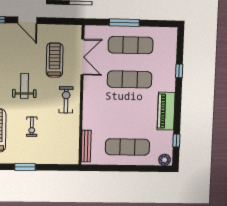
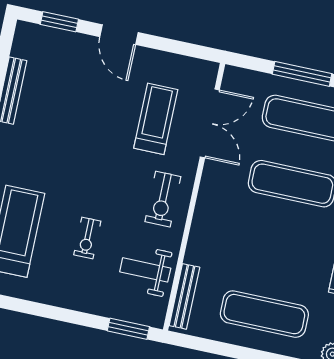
weight bench: (24, 86) -> (145, 270), moved, turned -90
exercise bike: (66, 100) -> (163, 199), turned 180
window: (25, 167) -> (128, 329), moved

